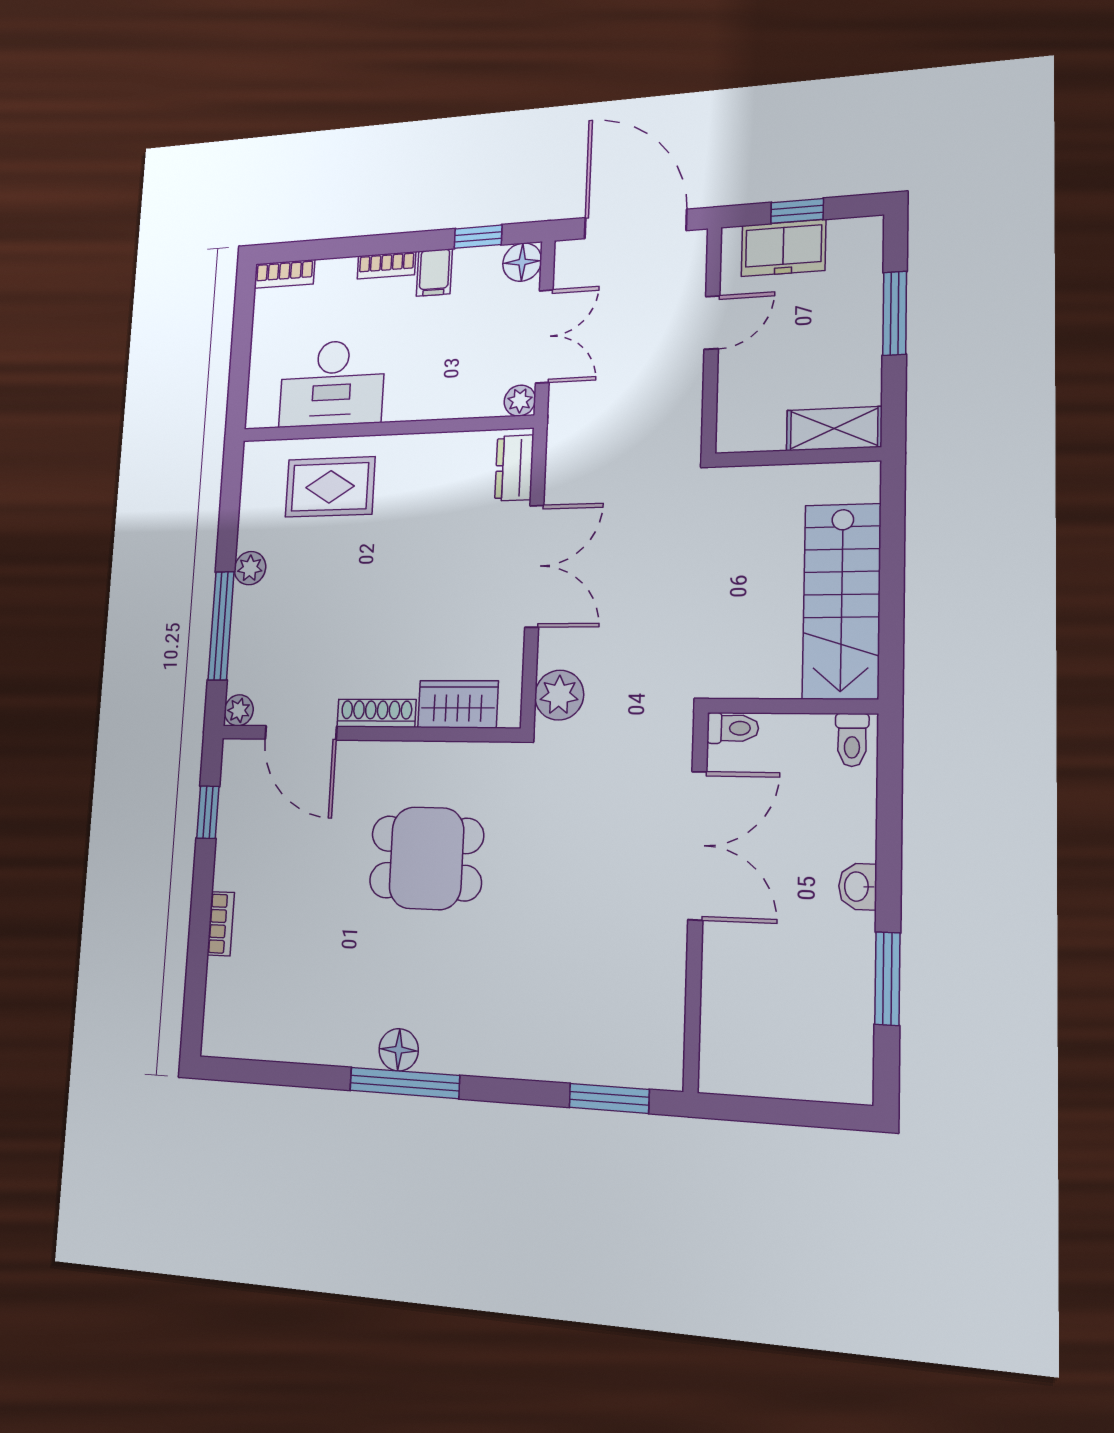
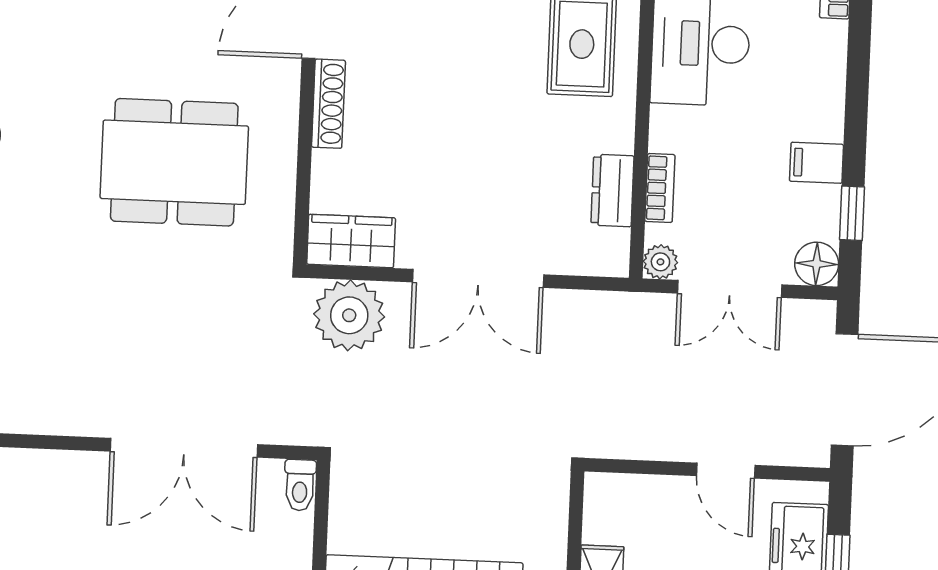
bookcase: (386, 265) -> (660, 188), moved, turned 180
dresser: (514, 468) -> (612, 191), moved, turned -90
plant: (559, 695) -> (349, 315), width x1.36, depth x1.36
wardrobe: (458, 704) -> (351, 241), moved, turned -90
dining table: (426, 858) -> (174, 162), width x1.38

